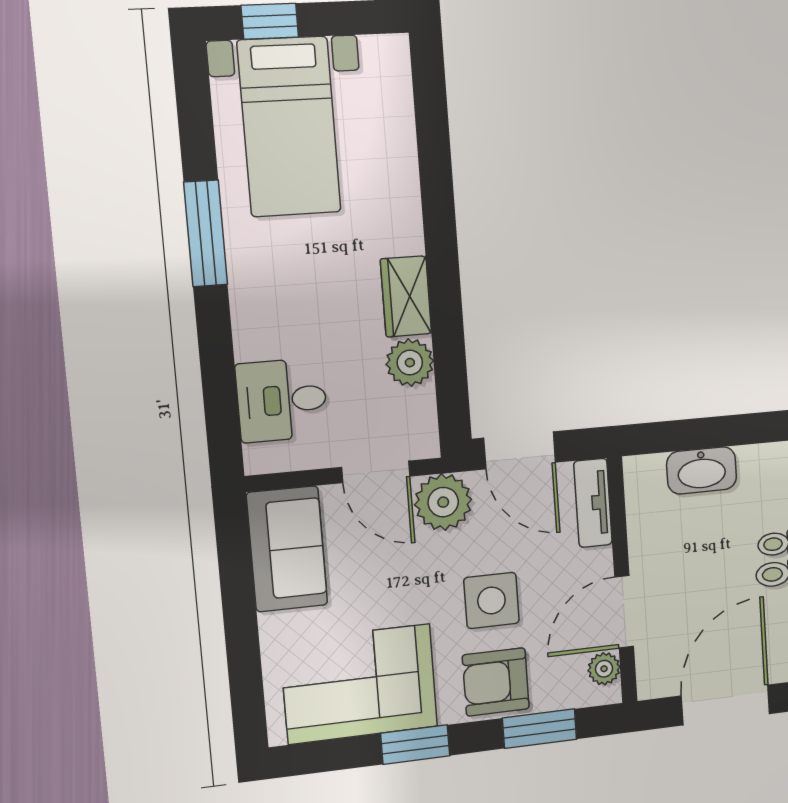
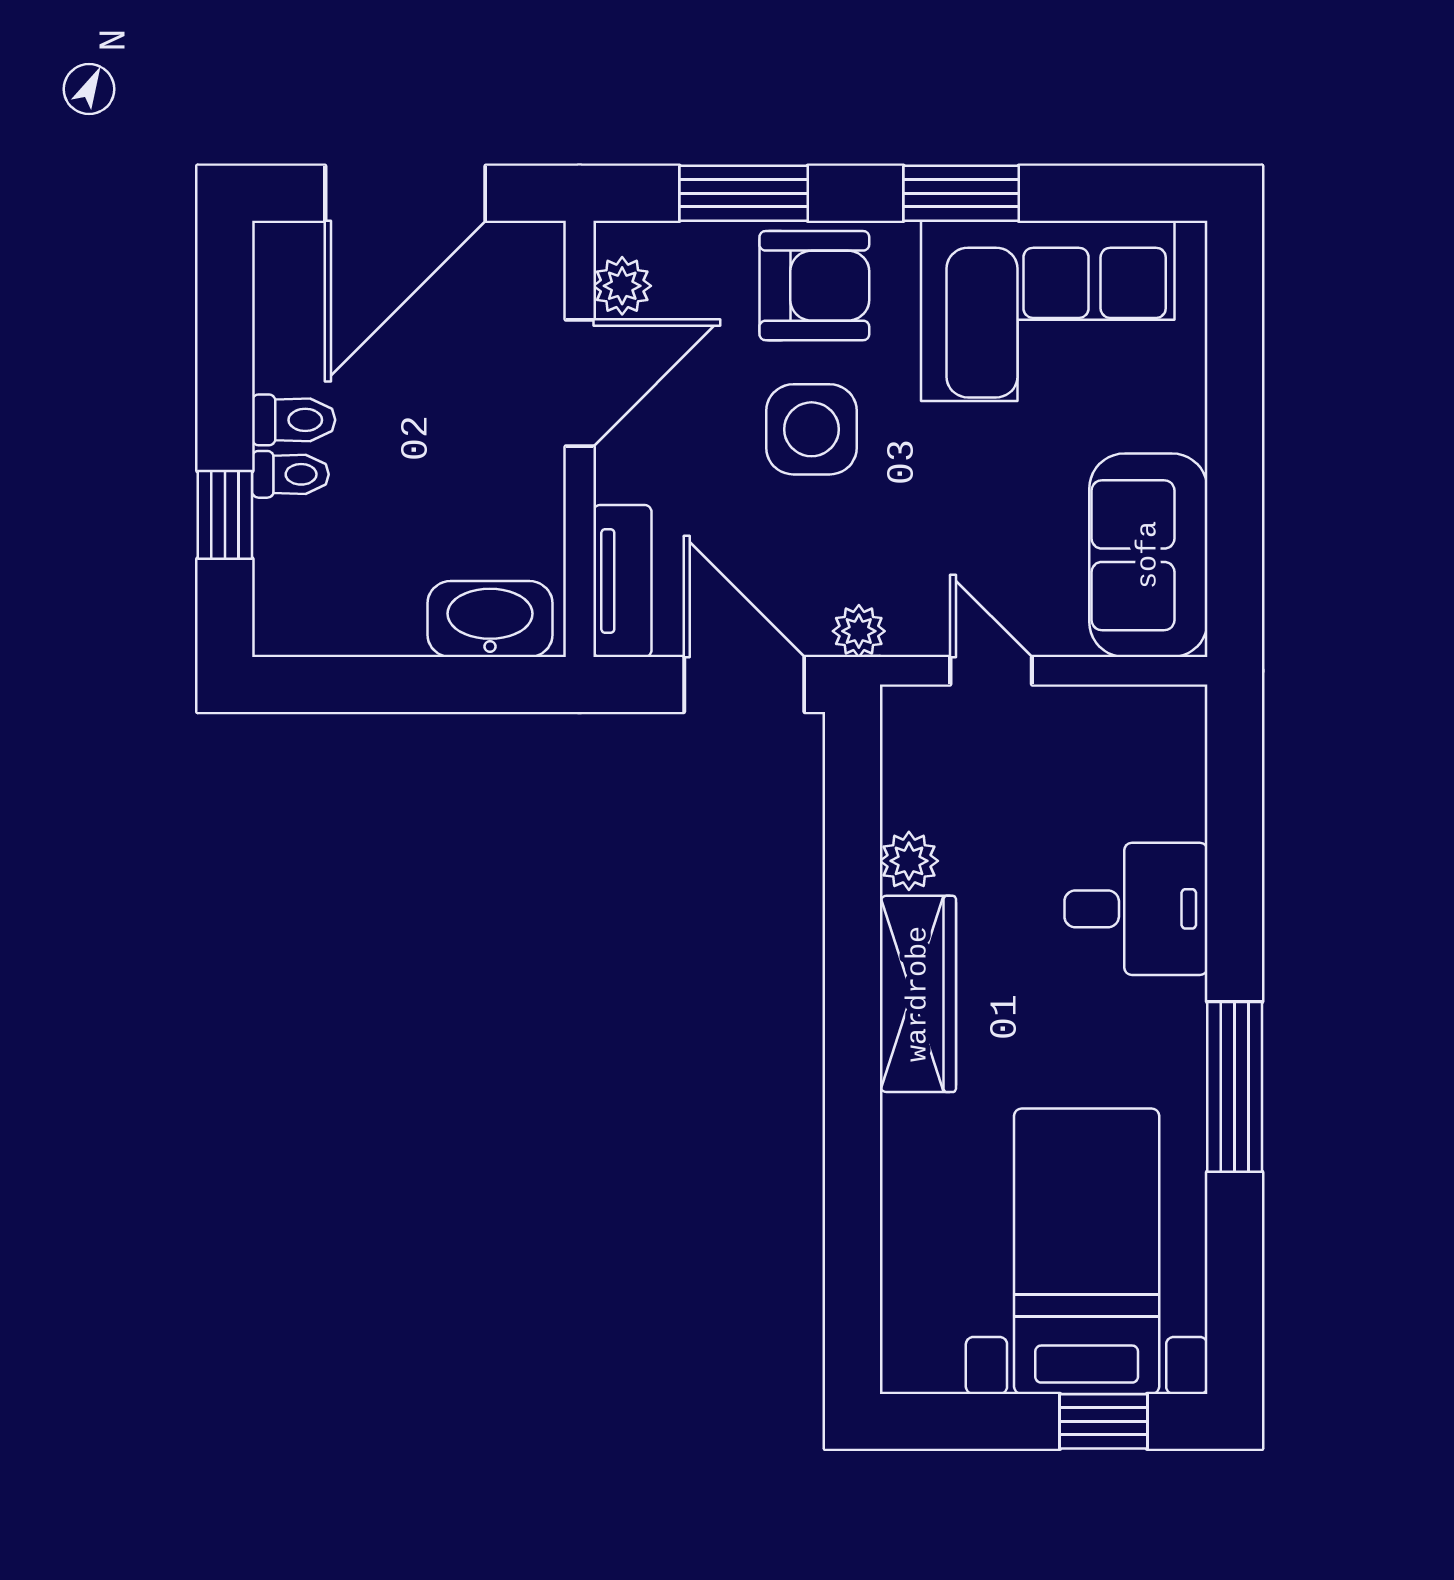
wardrobe: (406, 296) -> (918, 994), width x1.50
plant: (410, 363) -> (909, 861), width x0.73, depth x0.73
desk: (282, 400) -> (1136, 909), moved
washbasin: (702, 470) -> (490, 619), moved
door: (376, 472) -> (991, 671), width x0.73
plant: (443, 502) -> (859, 631), width x0.53, depth x0.53

